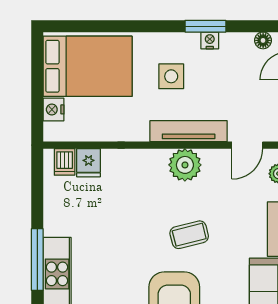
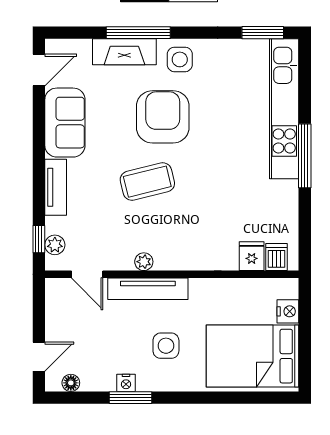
door: (247, 145) -> (87, 274), swing flipped
plant: (185, 165) -> (144, 262), width x0.53, depth x0.53
coffee table: (189, 235) -> (147, 182), width x1.36, depth x1.30

